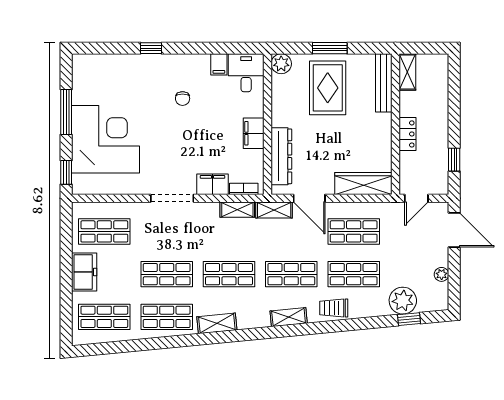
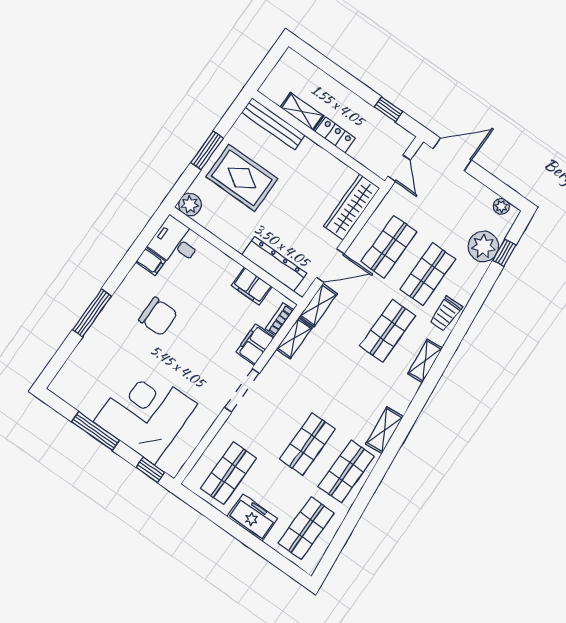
window: (151, 48) -> (92, 313), width x2.17
shelving: (407, 72) -> (302, 112), moved
chair: (183, 99) -> (158, 317), width x1.87, depth x1.87
filing cabinet: (254, 133) -> (252, 286), moved
shop shelf: (229, 274) -> (348, 387), removed
plant: (442, 274) -> (501, 206), moved

